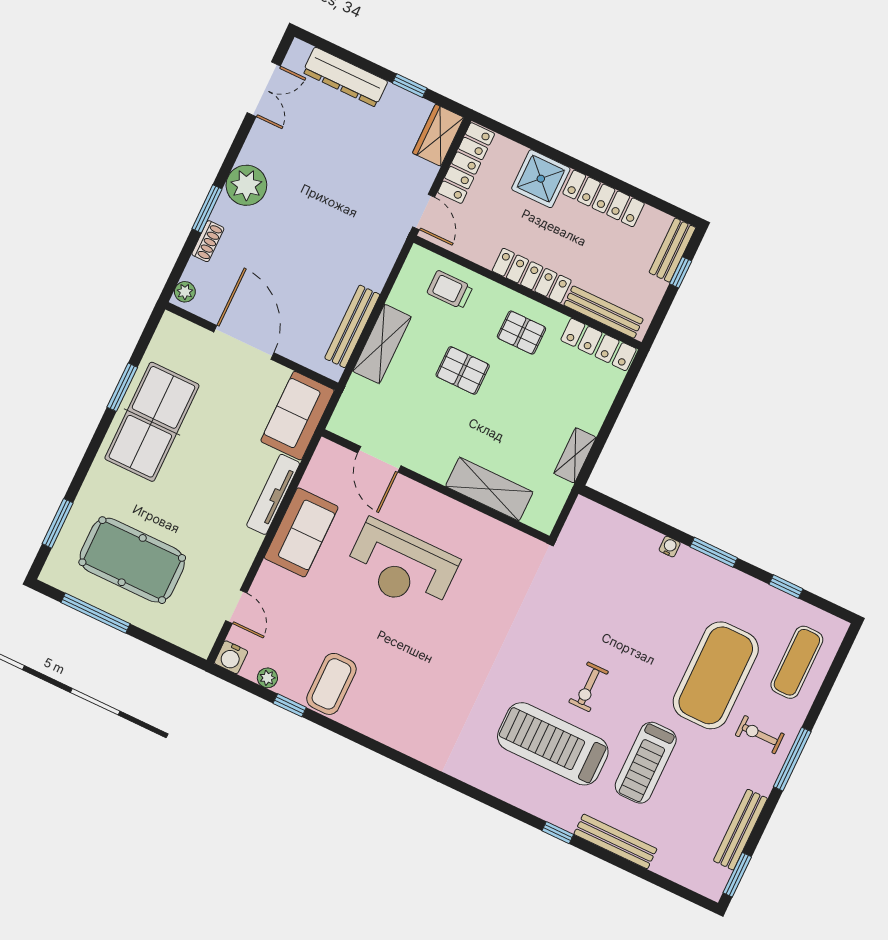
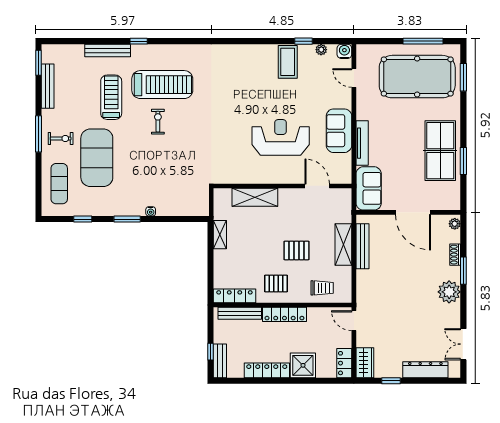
locker: (466, 163) -> (344, 363), width x0.66
pool table: (132, 560) -> (417, 77), width x1.36, depth x1.32

